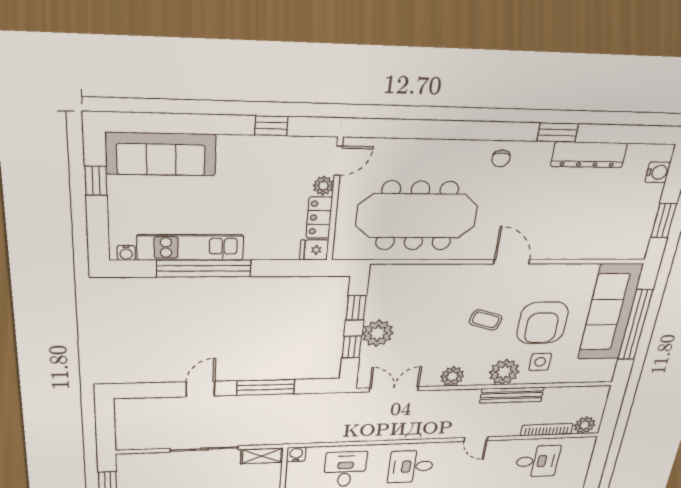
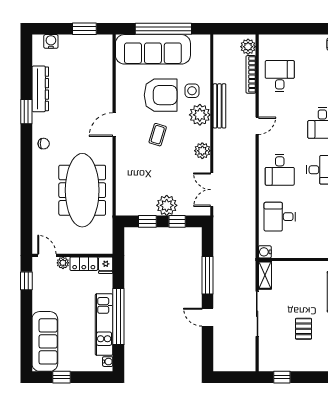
door: (338, 161) -> (47, 255), moved
plant: (323, 186) -> (63, 263), moved
wall: (335, 200) -> (72, 255), moved
locker: (319, 218) -> (84, 264), moved
fridge: (314, 250) -> (106, 265), moved

